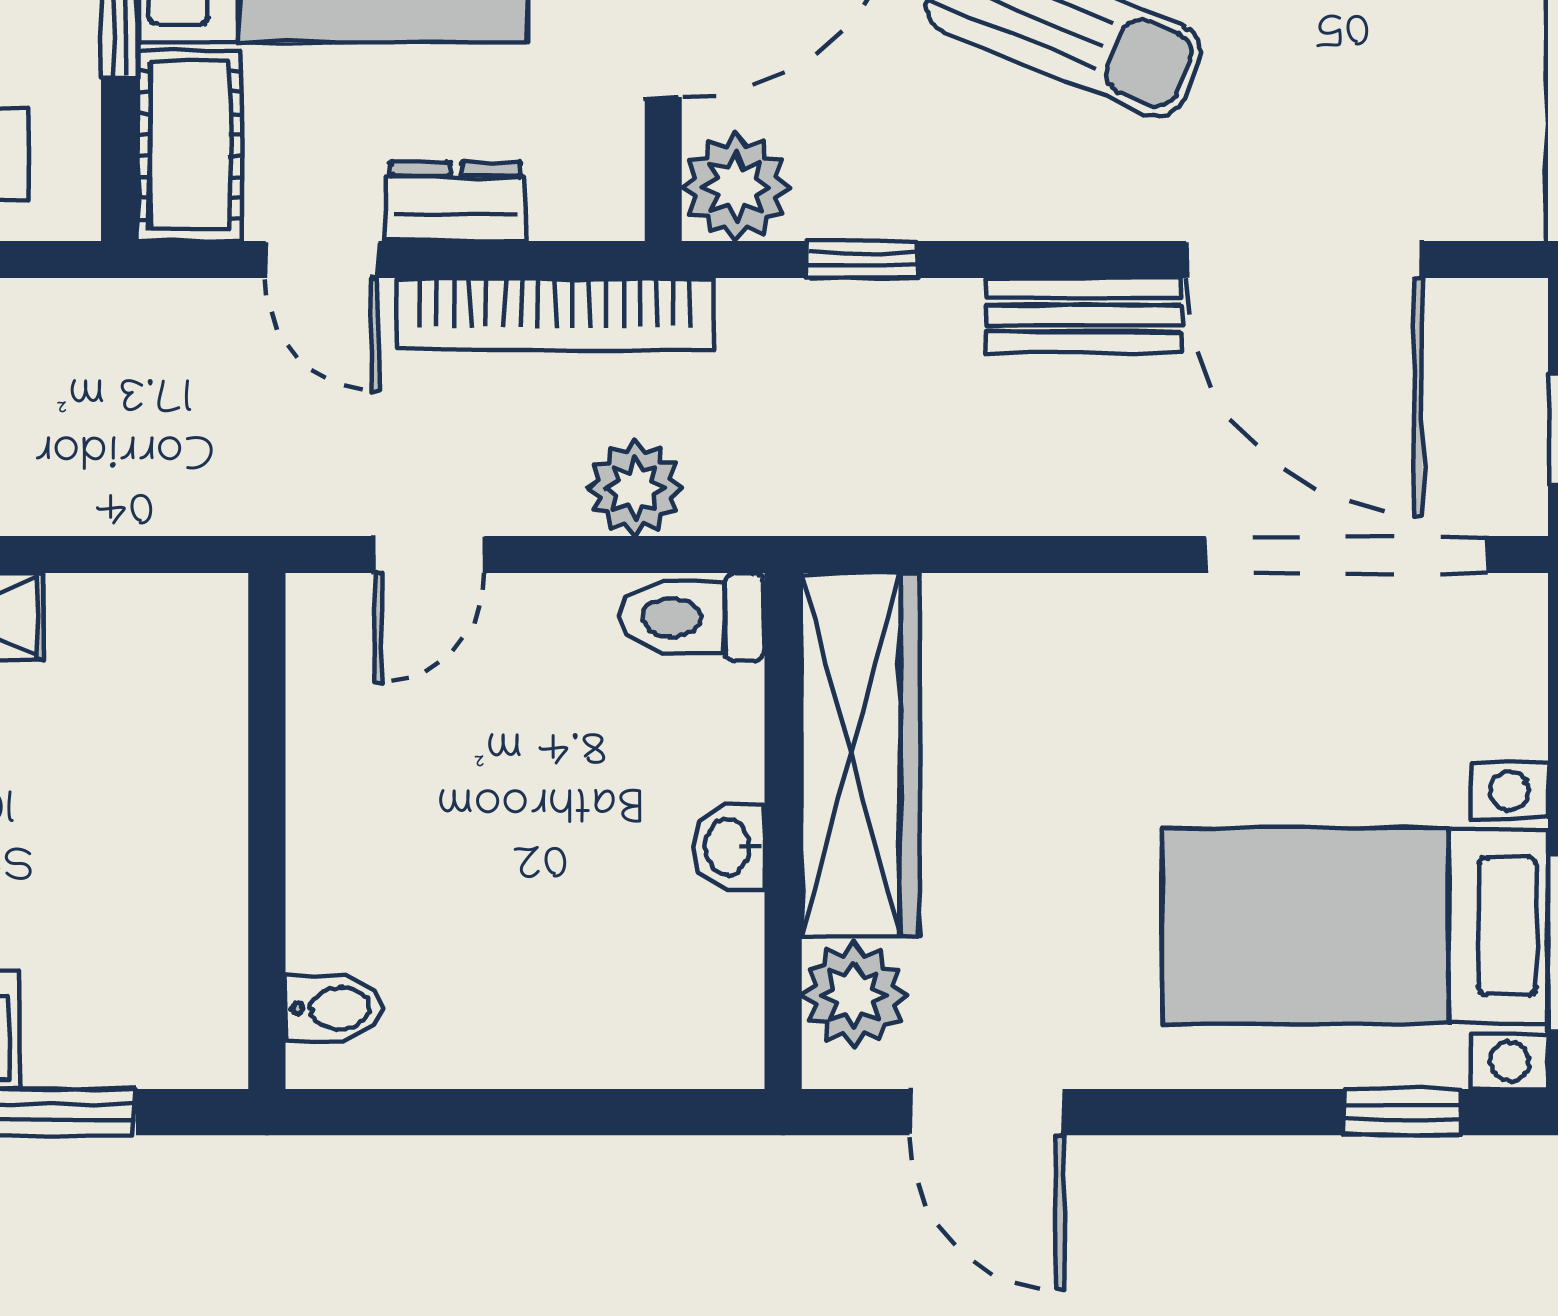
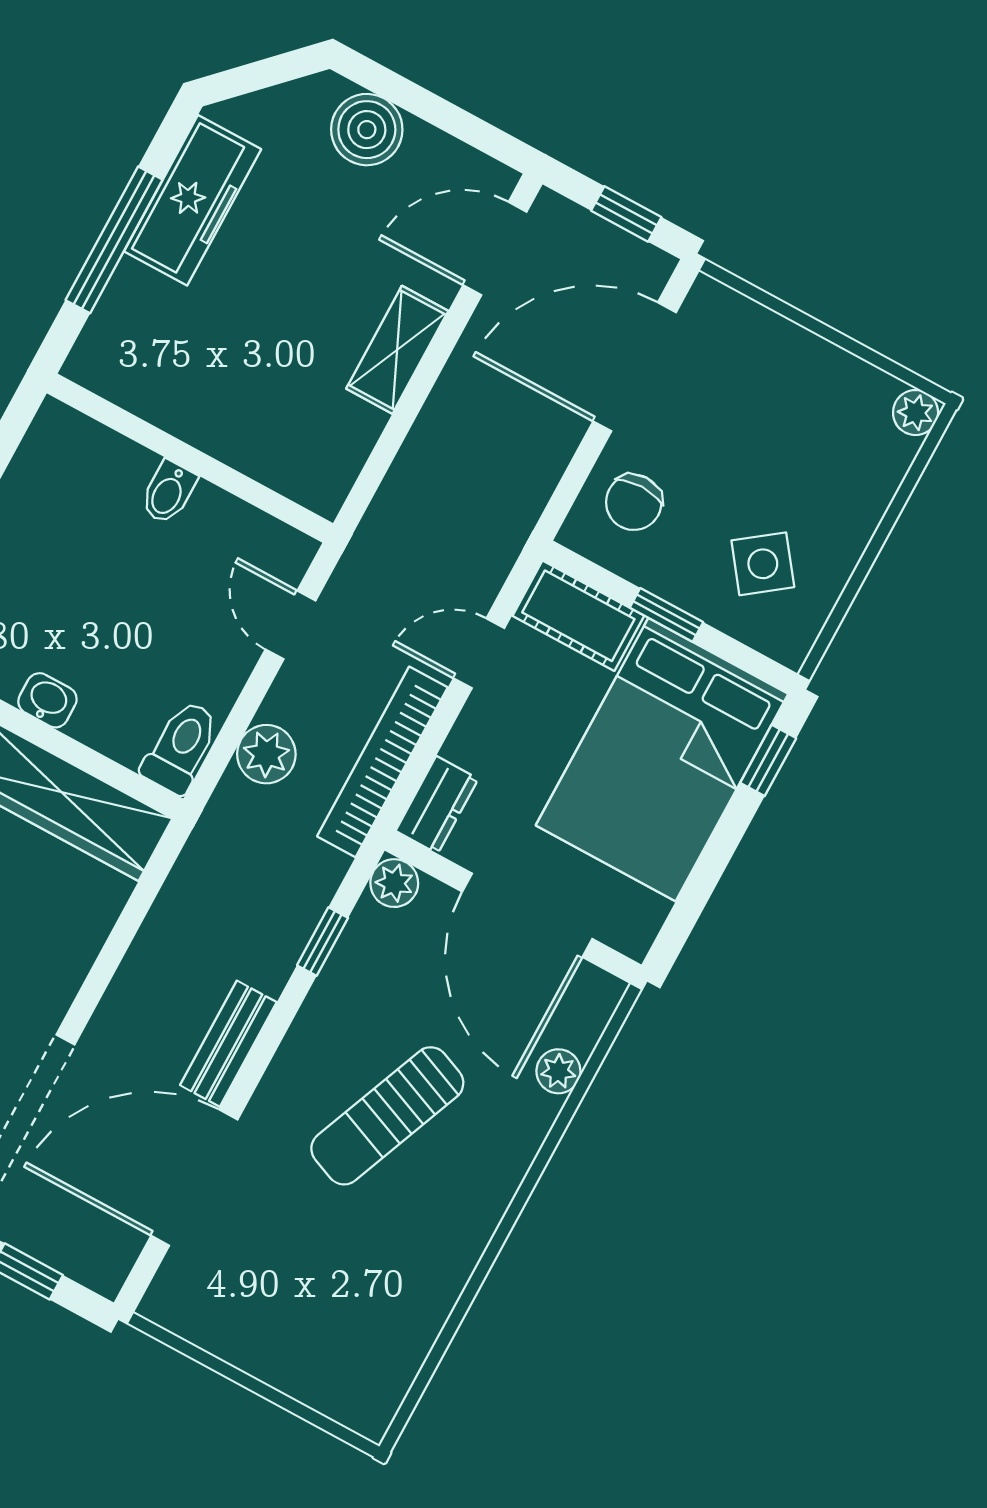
plant: (736, 187) -> (394, 883), width x0.73, depth x0.73
dresser: (456, 201) -> (437, 805), moved
bidet: (333, 1008) -> (168, 492), moved

